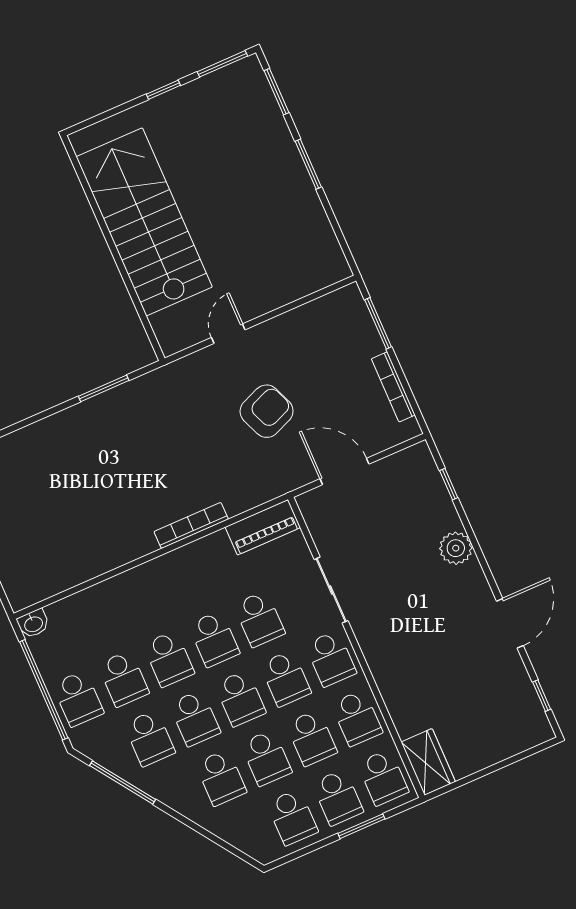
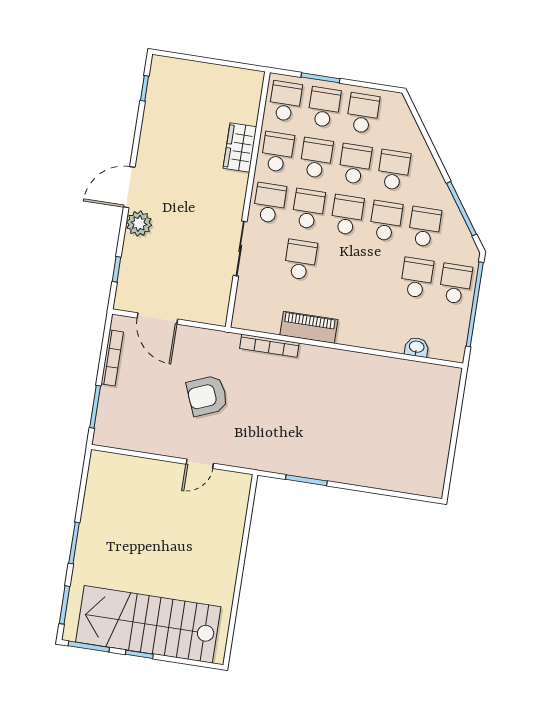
stairs: (144, 222) -> (148, 624), moved, turned 90
door: (344, 471) -> (157, 318), moved
bookcase: (191, 525) -> (269, 346), moved
piano: (263, 527) -> (309, 327), moved
door: (510, 623) -> (129, 187), moved
washbasin: (33, 624) -> (417, 347), moved
school desk: (214, 639) -> (339, 266), removed
school desk: (169, 659) -> (378, 272), removed
wardrobe: (428, 762) -> (240, 148), moved

